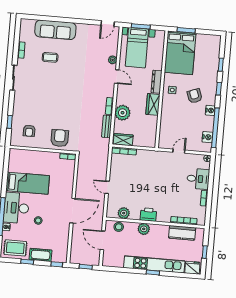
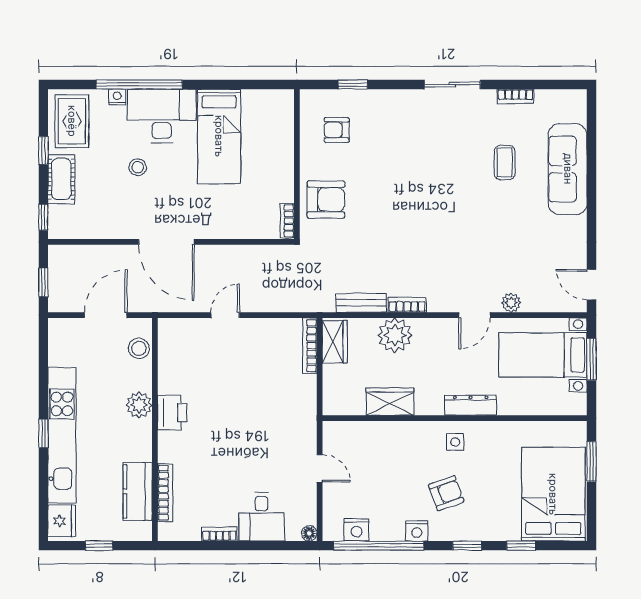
bed: (180, 53) -> (553, 494), moved, turned 90
wardrobe: (153, 104) -> (390, 401), moved
plant: (124, 213) -> (171, 357), removed

